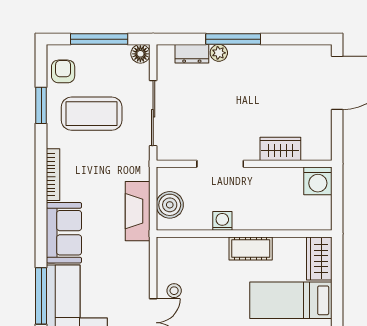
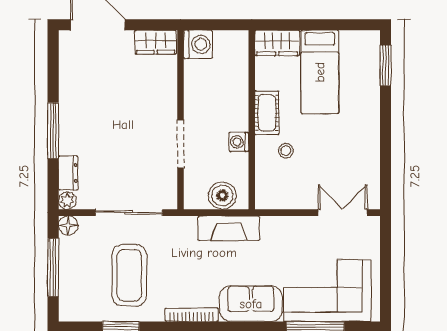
plant: (219, 53) -> (67, 201), moved
armchair: (63, 71) -> (86, 304), removed
wardrobe: (280, 149) -> (156, 42), moved, turned -90
stool: (174, 291) -> (286, 151), moved

